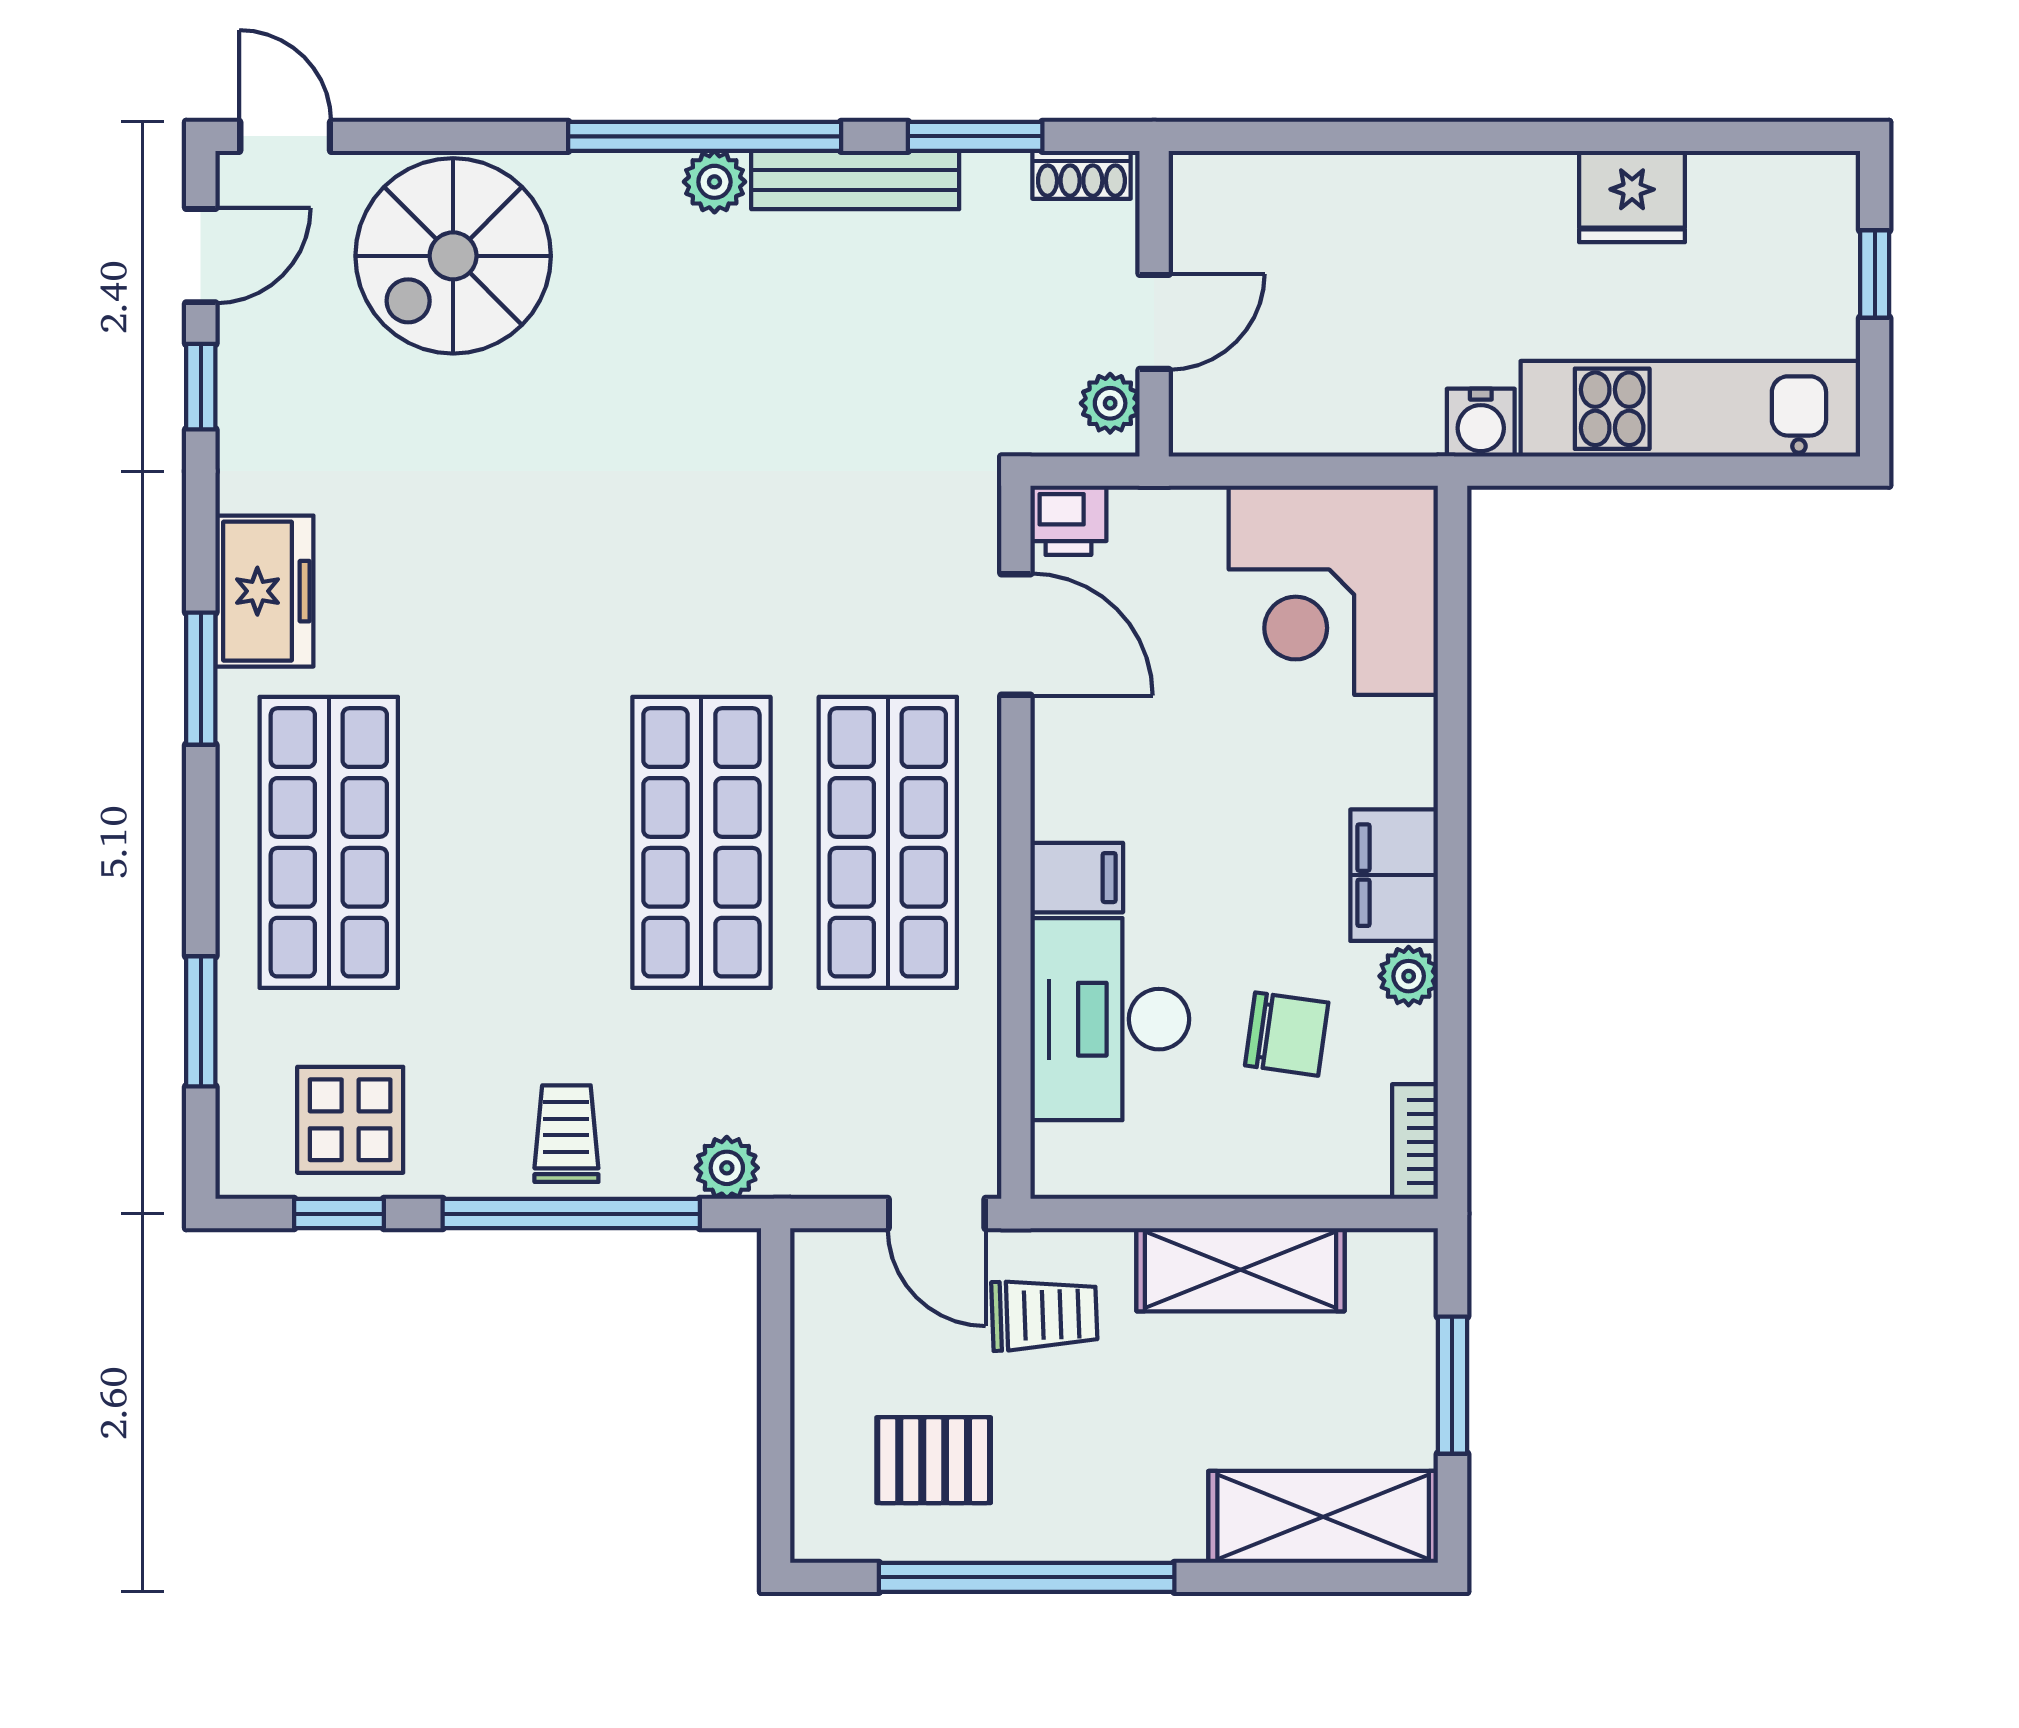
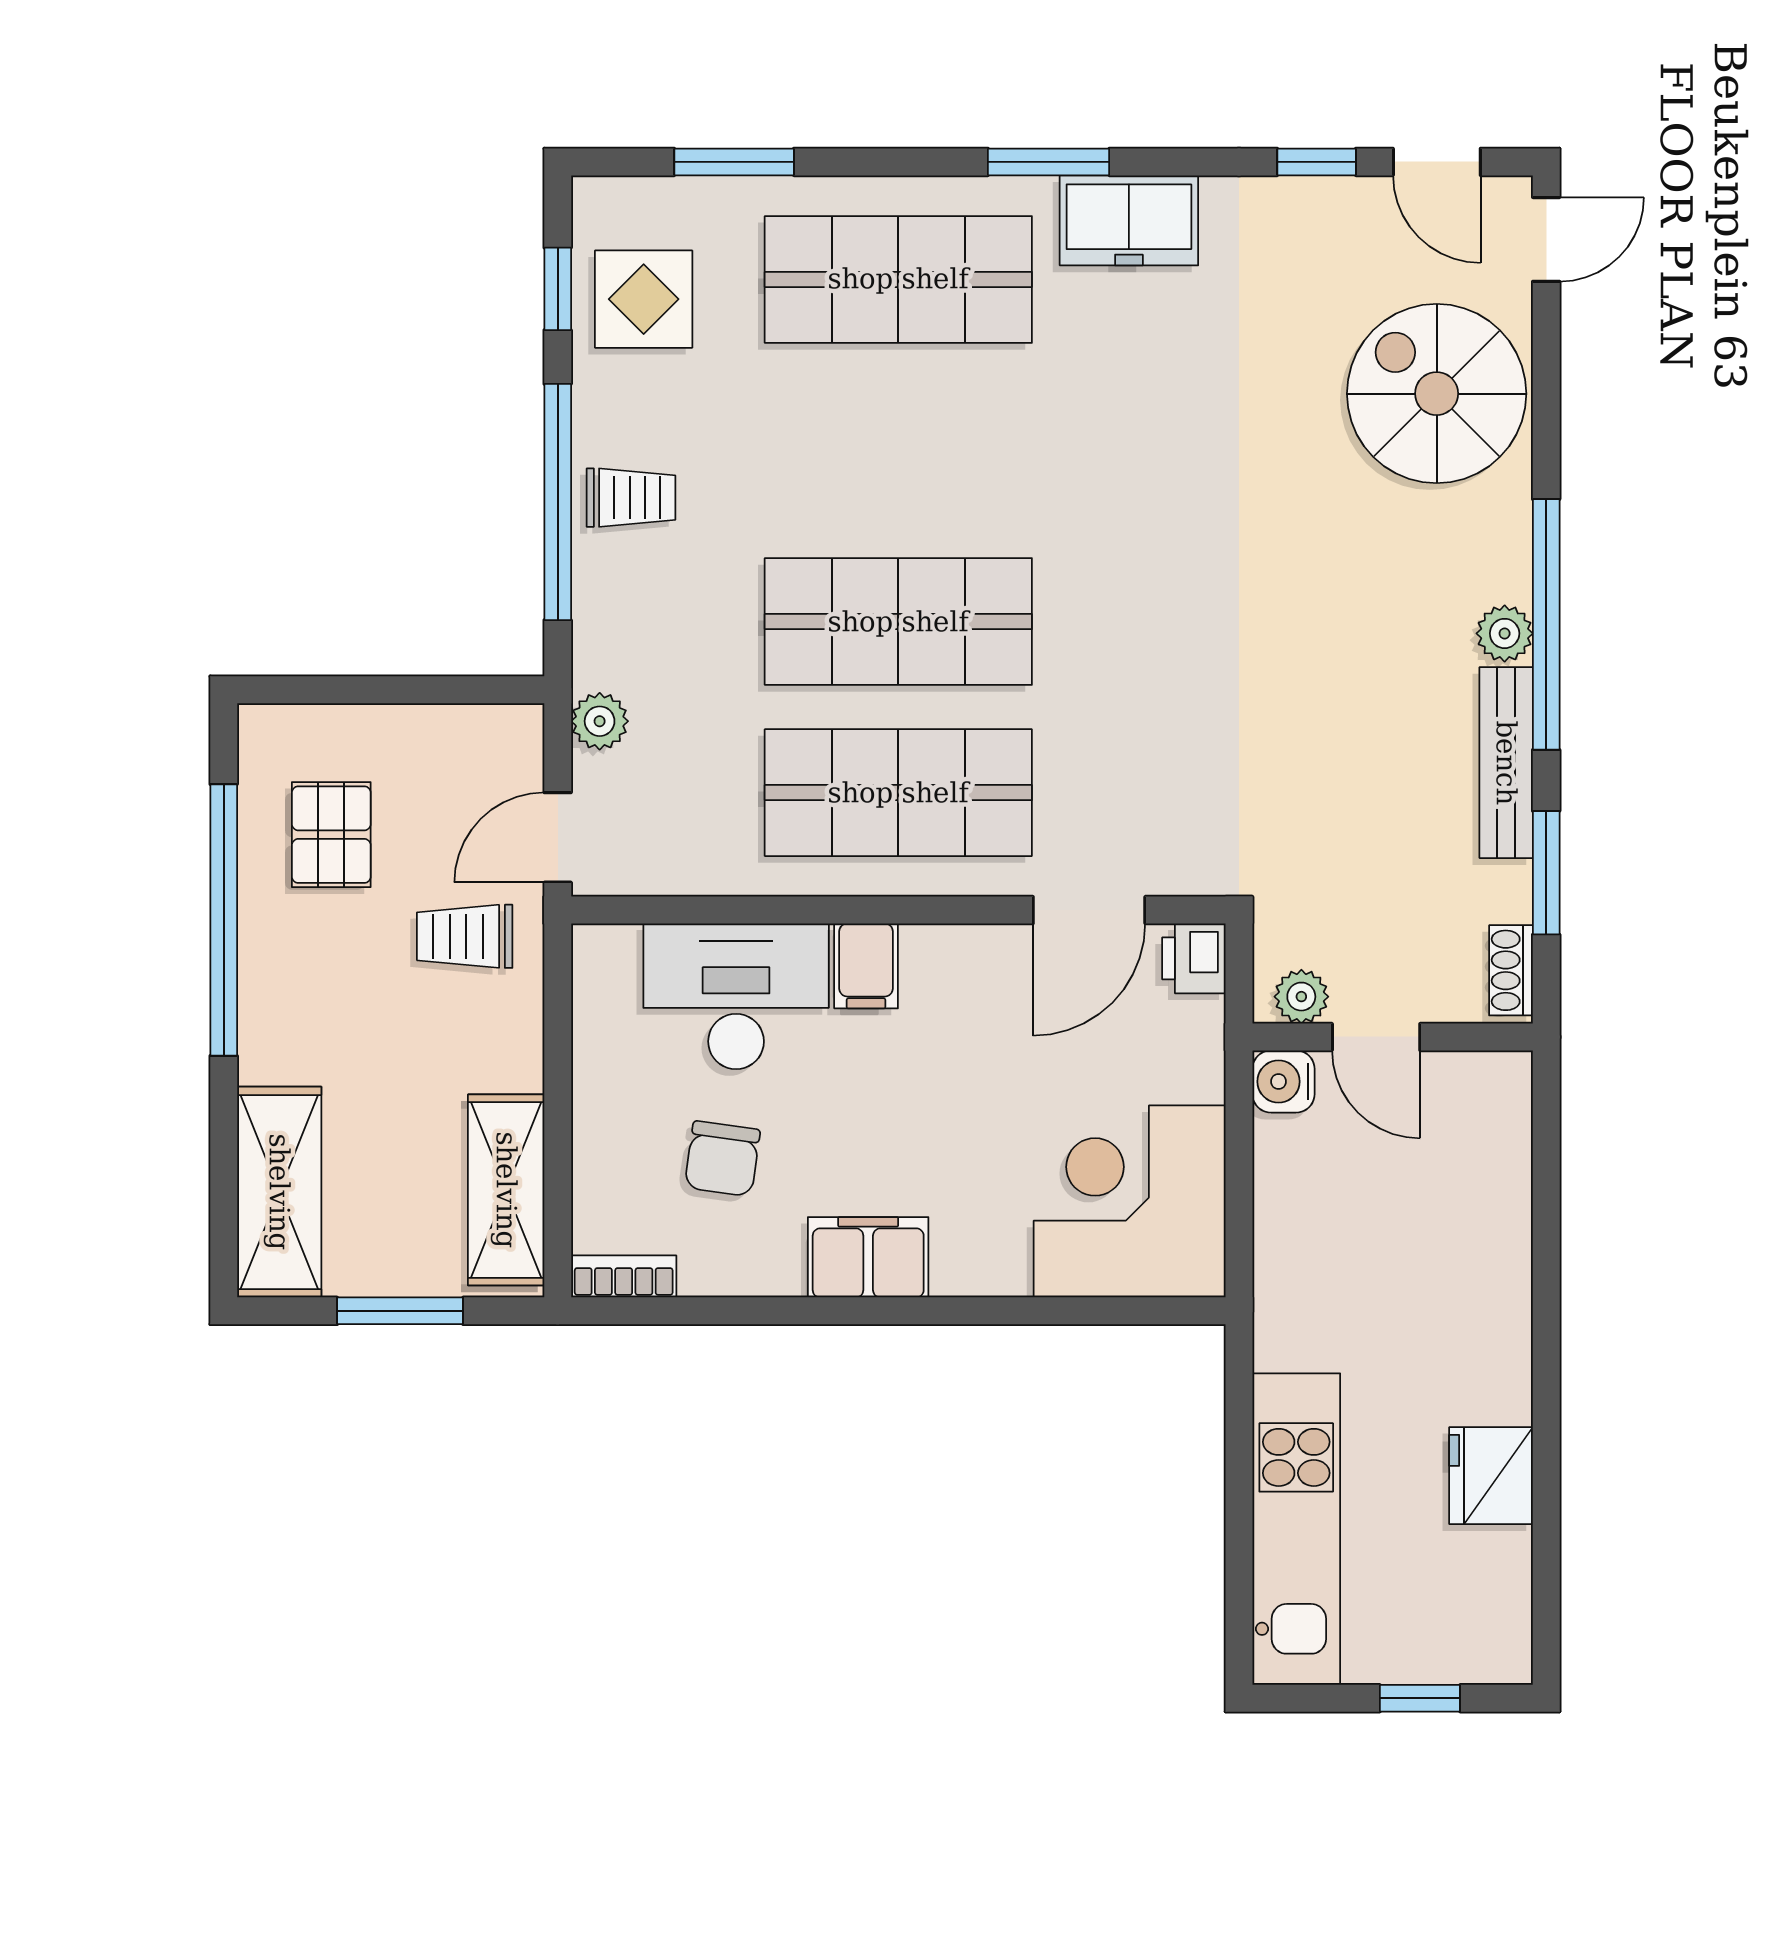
water cooler: (1481, 423) -> (1283, 1082), moved
plant: (1409, 976) -> (776, 1271), removed
plant: (727, 1168) -> (600, 721), moved
shelving: (1240, 1270) -> (506, 1190), moved
trolley: (1044, 1315) -> (465, 936), turned 92

